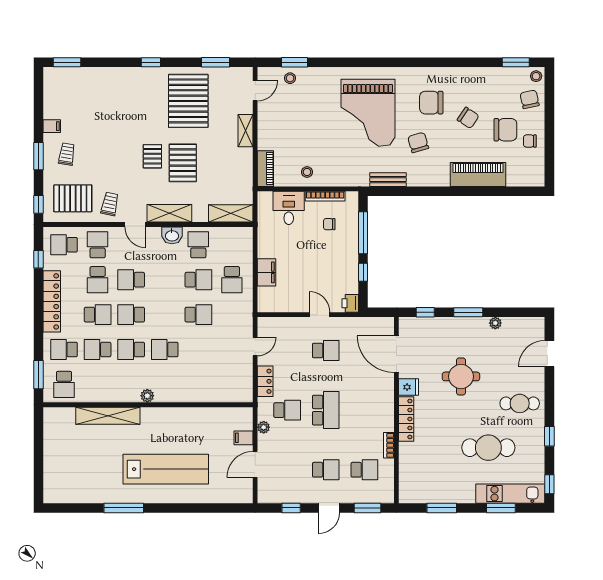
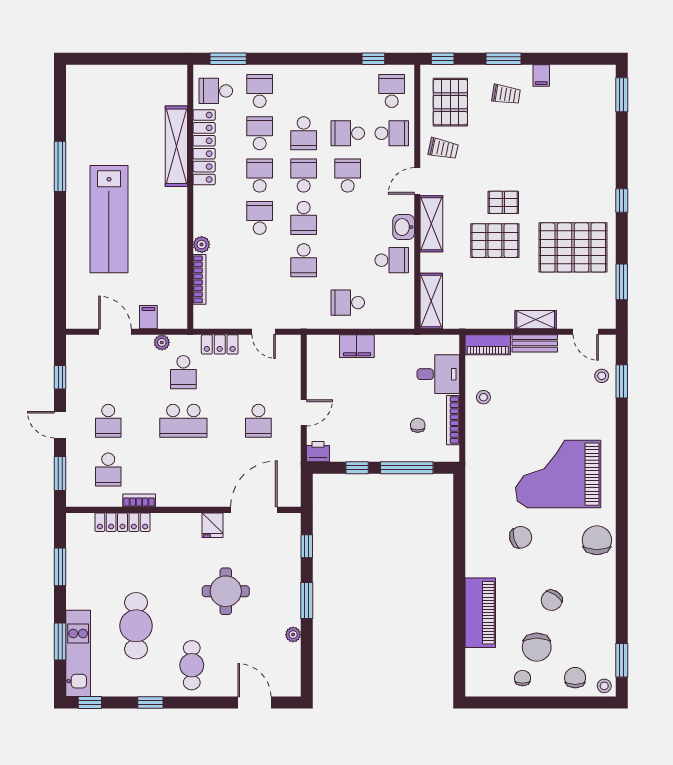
chair: (530, 99) -> (575, 678), turned -78
chair: (431, 103) -> (597, 540), moved
bench: (388, 180) -> (535, 343), moved, turned 90
school desk: (198, 280) -> (304, 218), moved
locker: (52, 301) -> (204, 147), moved, turned -90
plant: (147, 396) -> (202, 244), moved
bookcase: (214, 397) -> (200, 279), added
locker: (406, 419) -> (122, 522), moved

